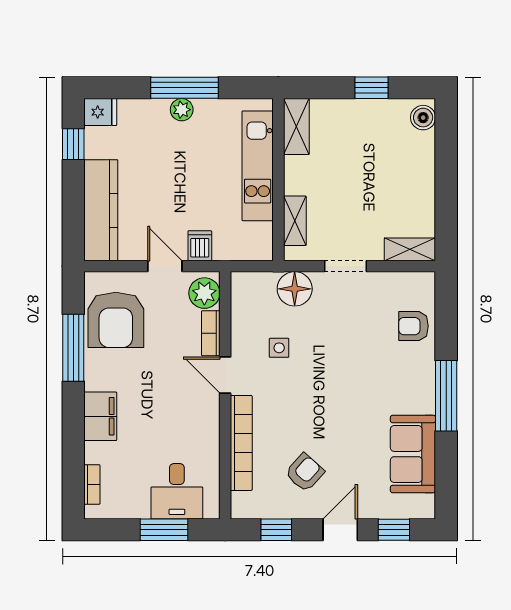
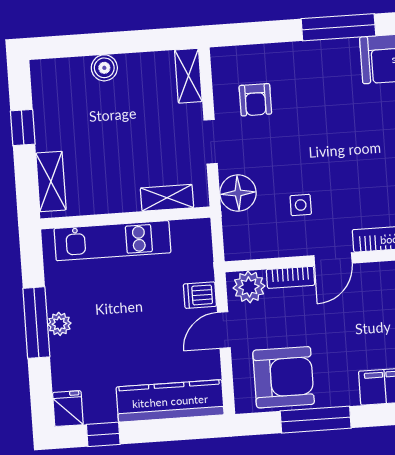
boiler: (423, 118) -> (104, 68), moved
shelving: (296, 127) -> (51, 181), moved, turned 90
armchair: (413, 326) -> (255, 100), moved

